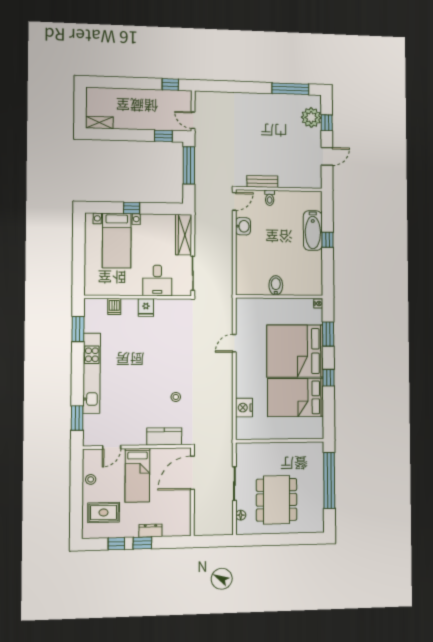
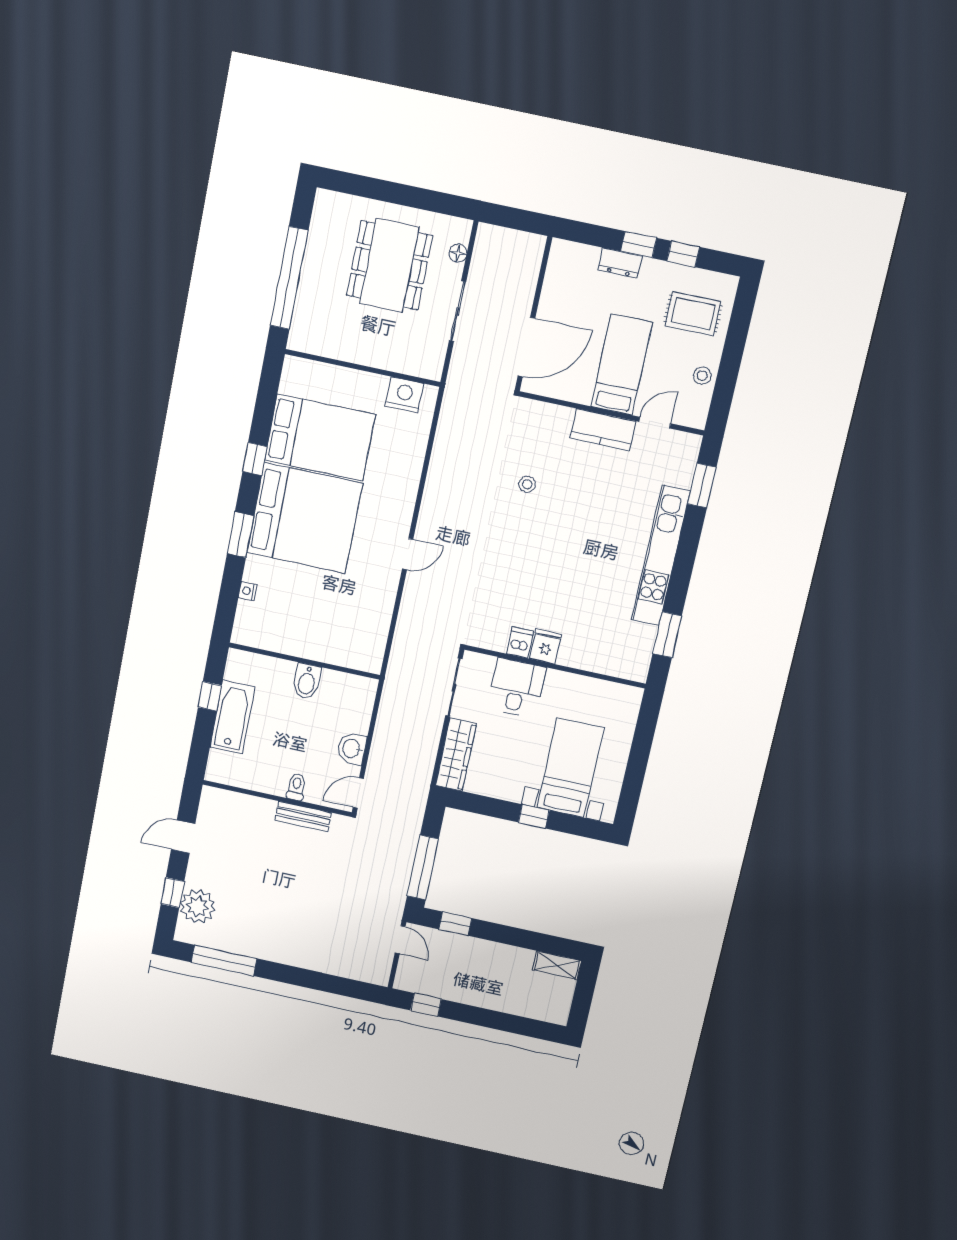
bidet: (276, 285) -> (307, 681), moved
wall: (279, 297) -> (304, 661), moved
dishwasher: (114, 307) -> (520, 642), moved
nightstand: (244, 408) -> (404, 395), moved, turned -90
kitchen counter: (164, 436) -> (603, 430), moved

